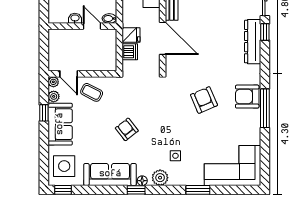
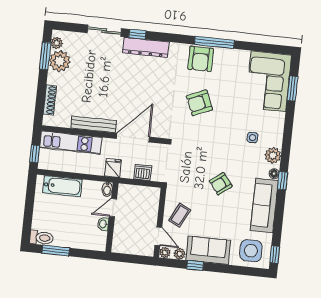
fridge: (131, 35) -> (113, 168), moved
door: (69, 74) -> (158, 236), hinge flipped
window: (198, 190) -> (292, 88), moved

